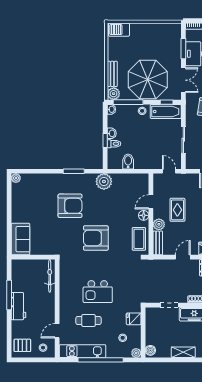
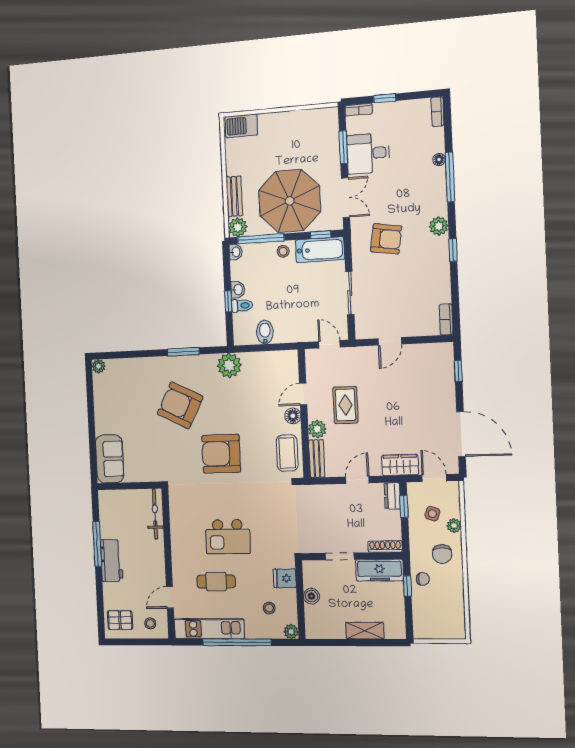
armchair: (70, 206) -> (180, 405), turned -153
boiler: (150, 350) -> (311, 596), moved

